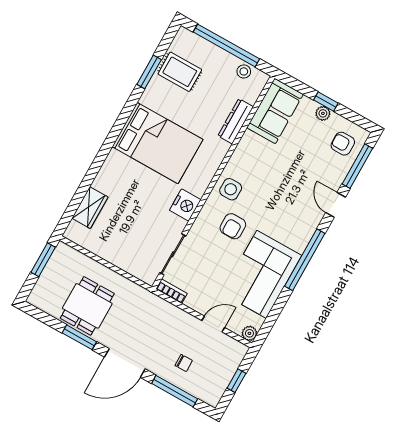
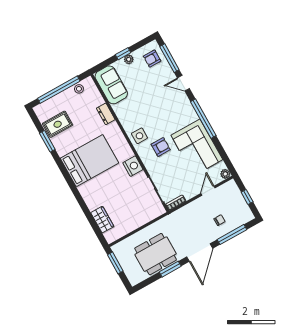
dresser: (236, 121) -> (106, 114), width x0.70
armchair: (233, 226) -> (161, 147), turned -90
dining table: (87, 306) -> (156, 254), width x1.37

